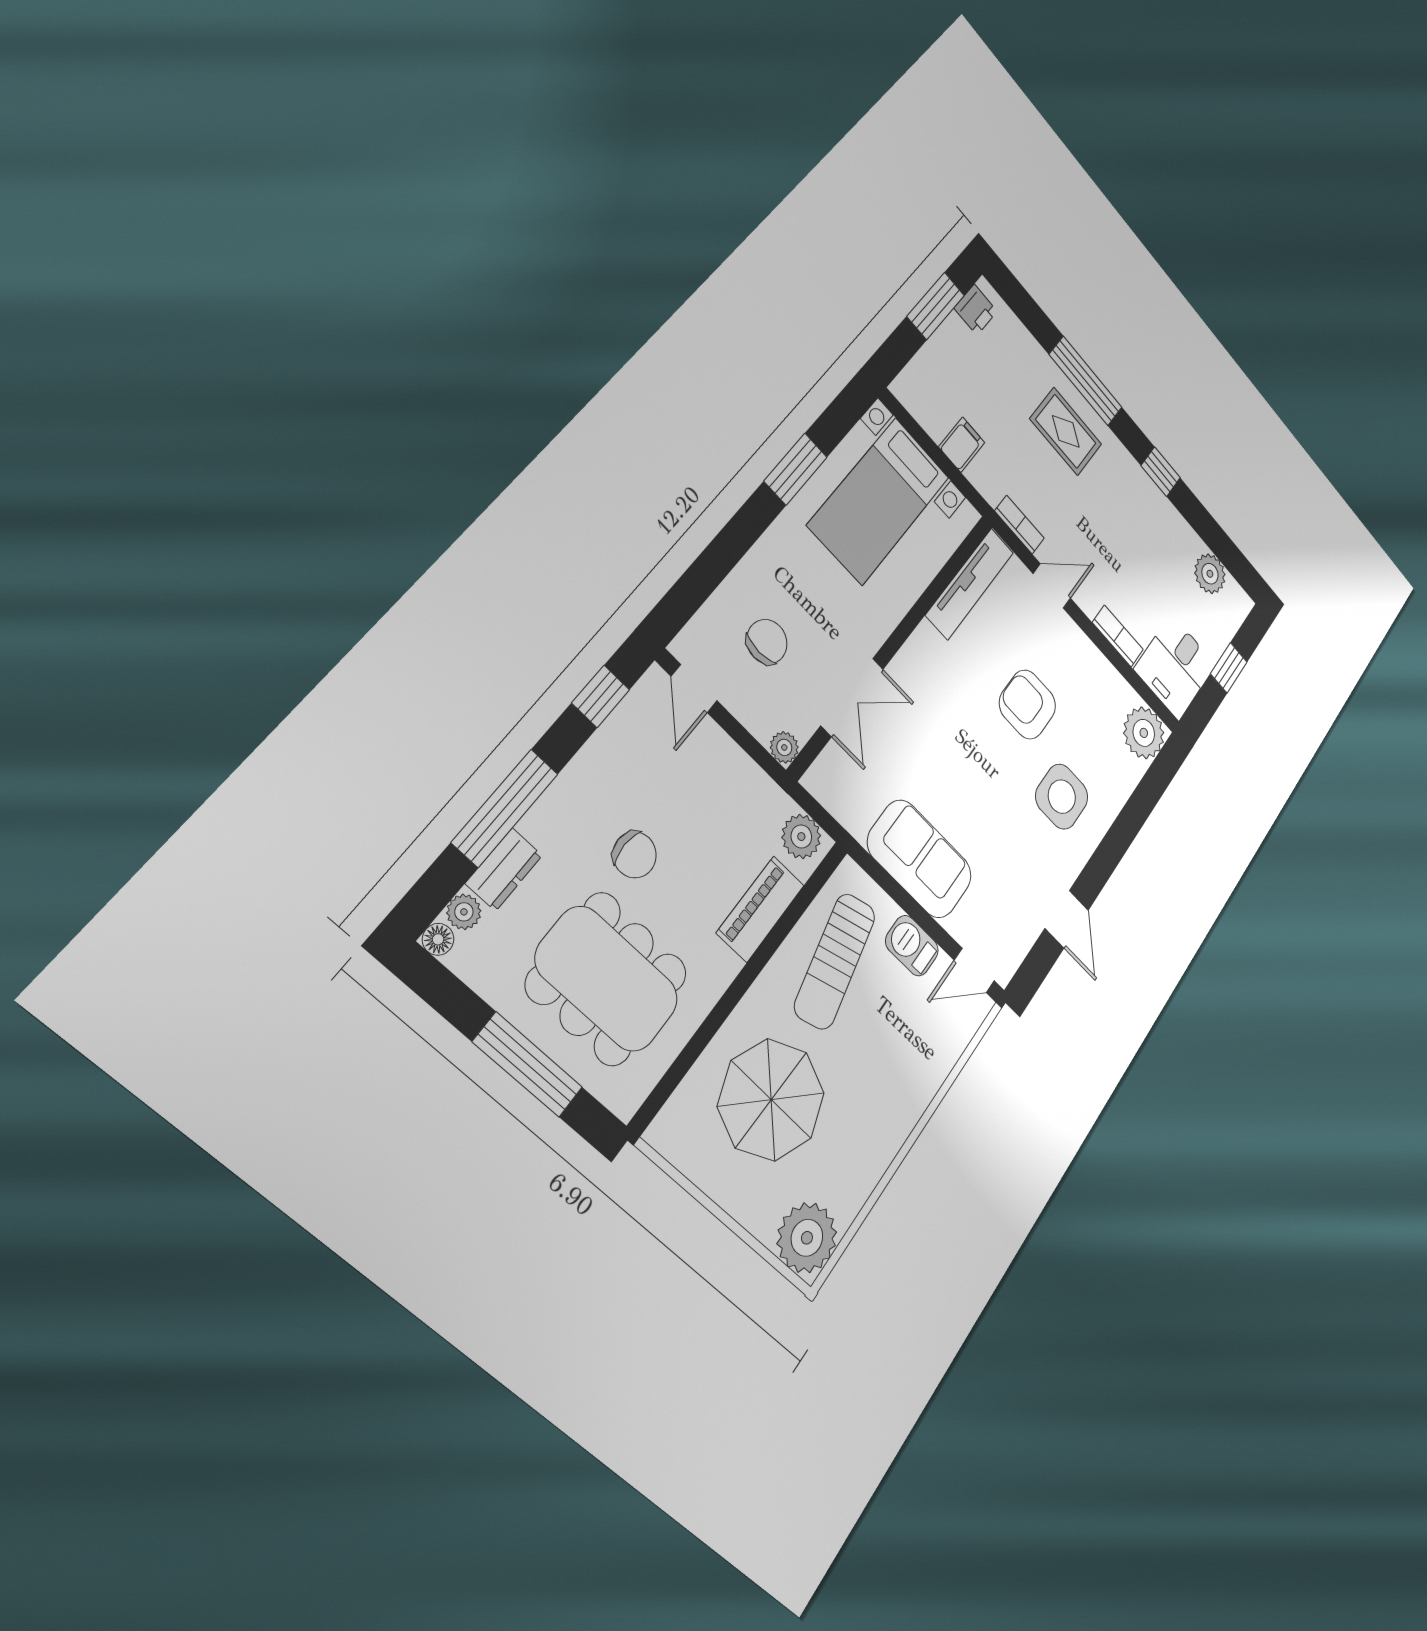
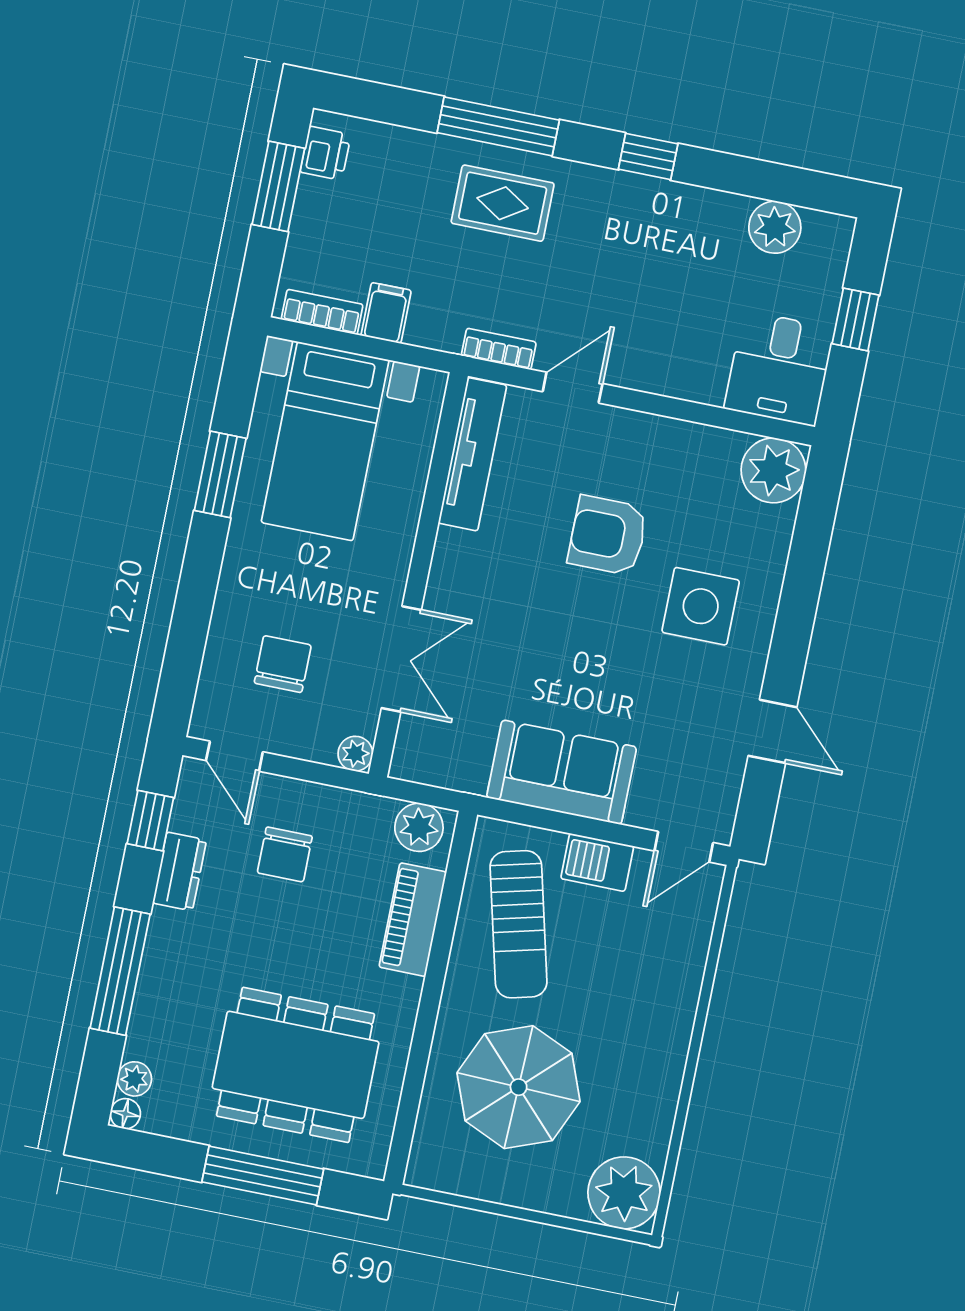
bookcase: (1118, 636) -> (322, 312), moved
chair: (635, 855) -> (285, 854), moved, turned 90
dresser: (504, 869) -> (180, 871), moved

